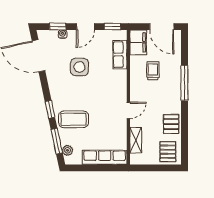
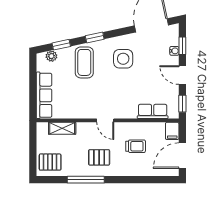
filing cabinet: (138, 42) -> (172, 131), width x0.50
side table: (79, 67) -> (123, 59), moved
window: (184, 83) -> (86, 180), moved
door: (128, 110) -> (105, 120), moved
pallet: (171, 124) -> (99, 157), moved
window: (57, 141) -> (61, 45), width x0.67

